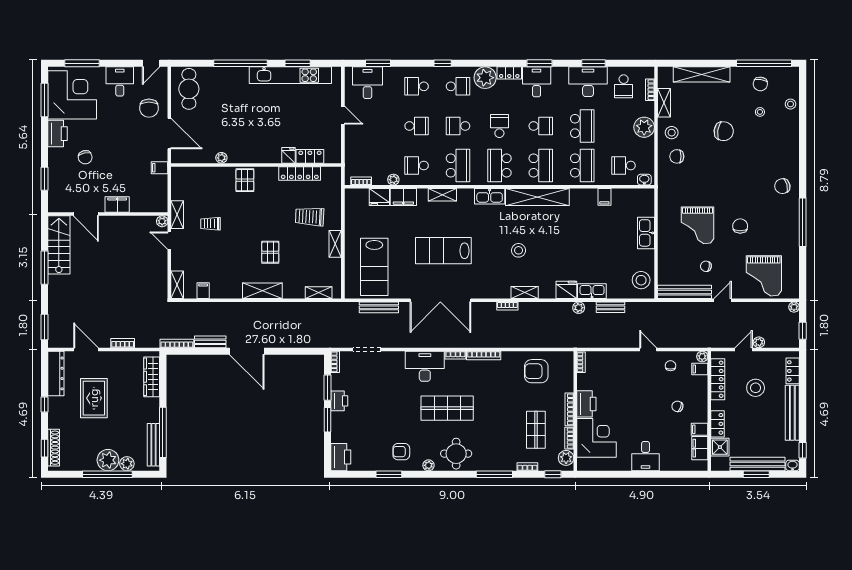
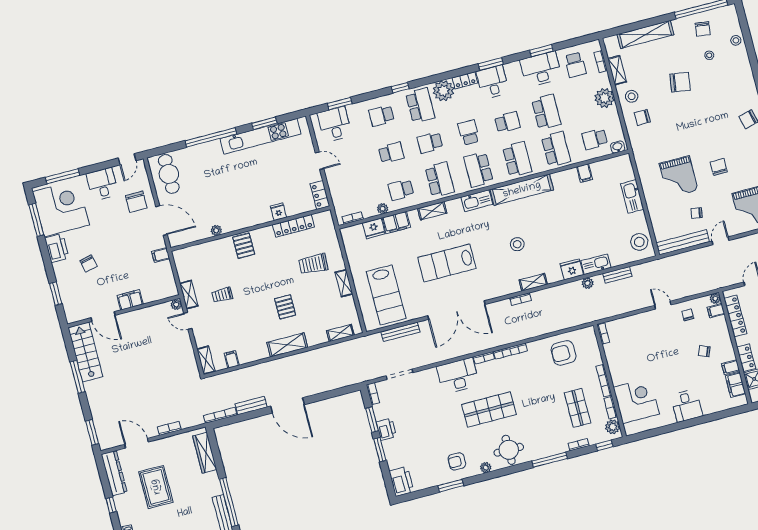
school desk: (458, 86) -> (420, 105), width x1.85
locker: (310, 156) -> (320, 195), moved, turned -90
printer: (586, 404) -> (619, 371), removed

